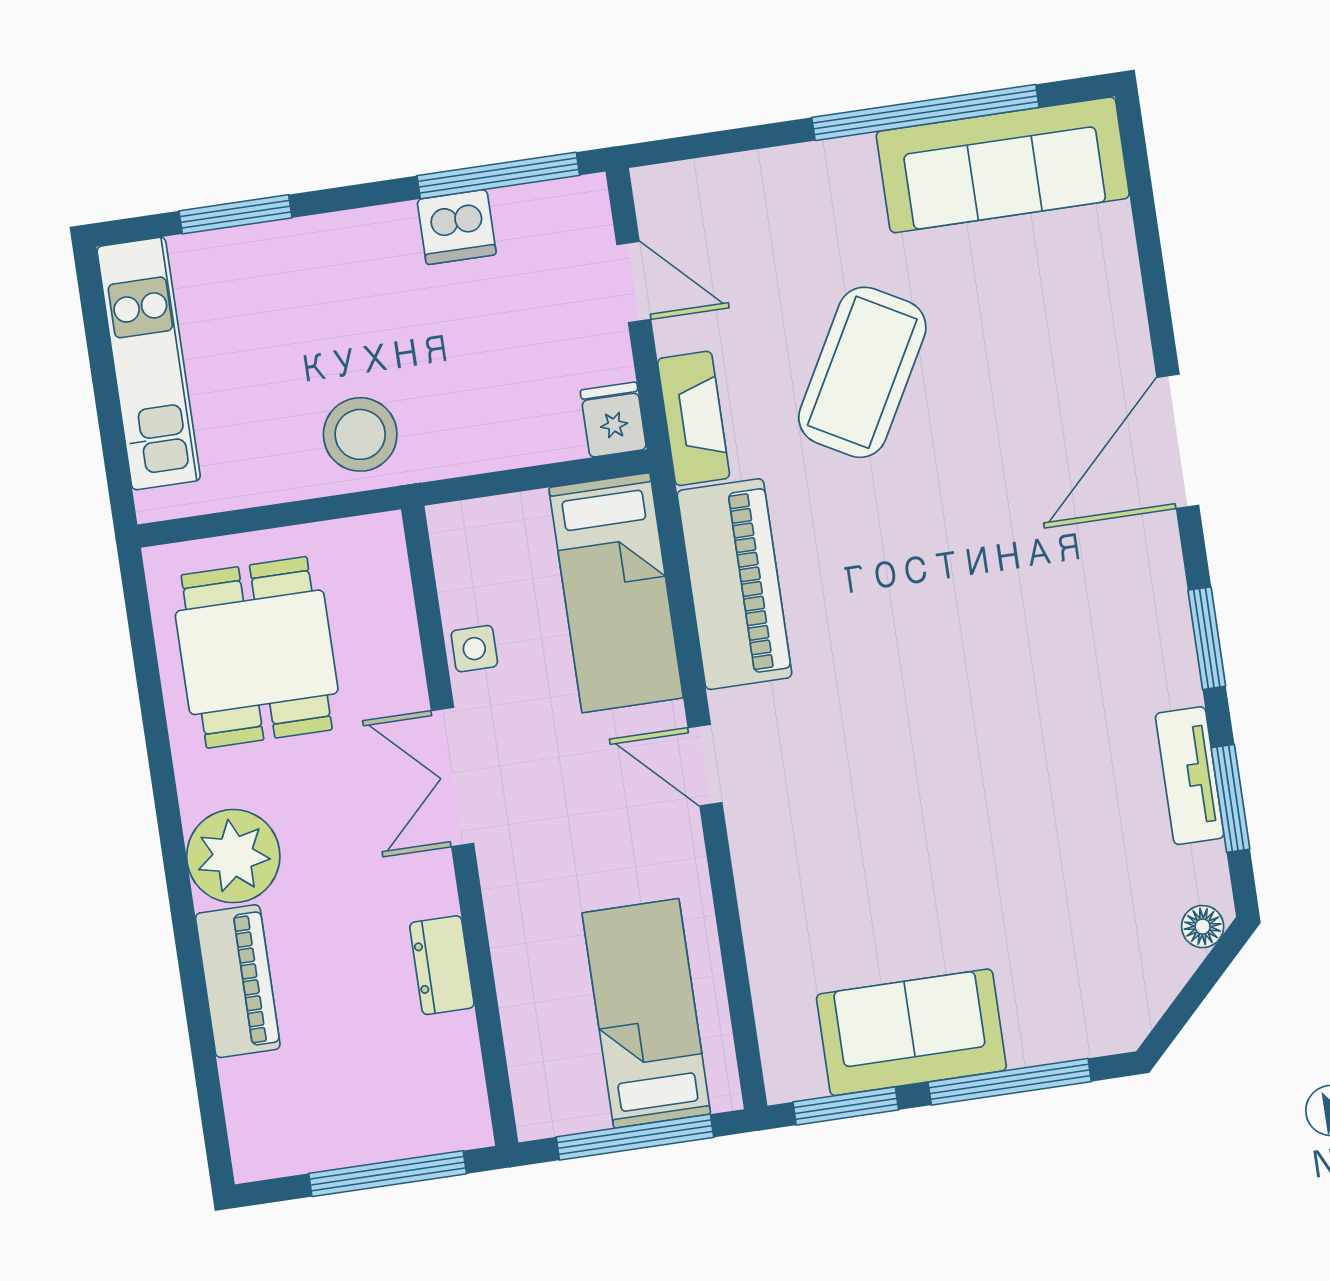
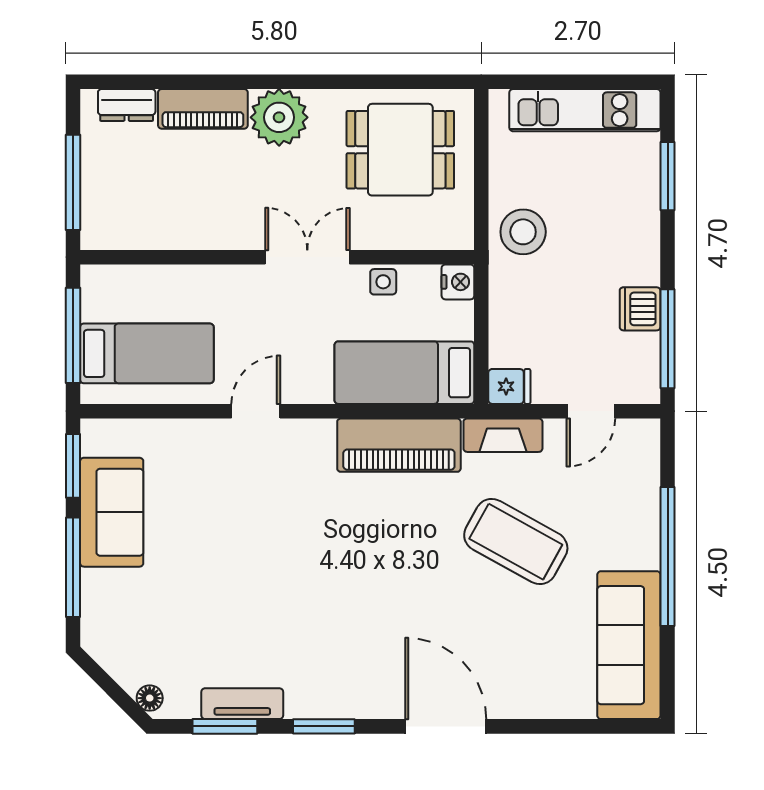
window: (925, 112) -> (668, 556), moved
nightstand: (457, 528) -> (458, 282), added
door: (705, 765) -> (256, 411), moved
dresser: (442, 965) -> (127, 105), moved, turned 180

